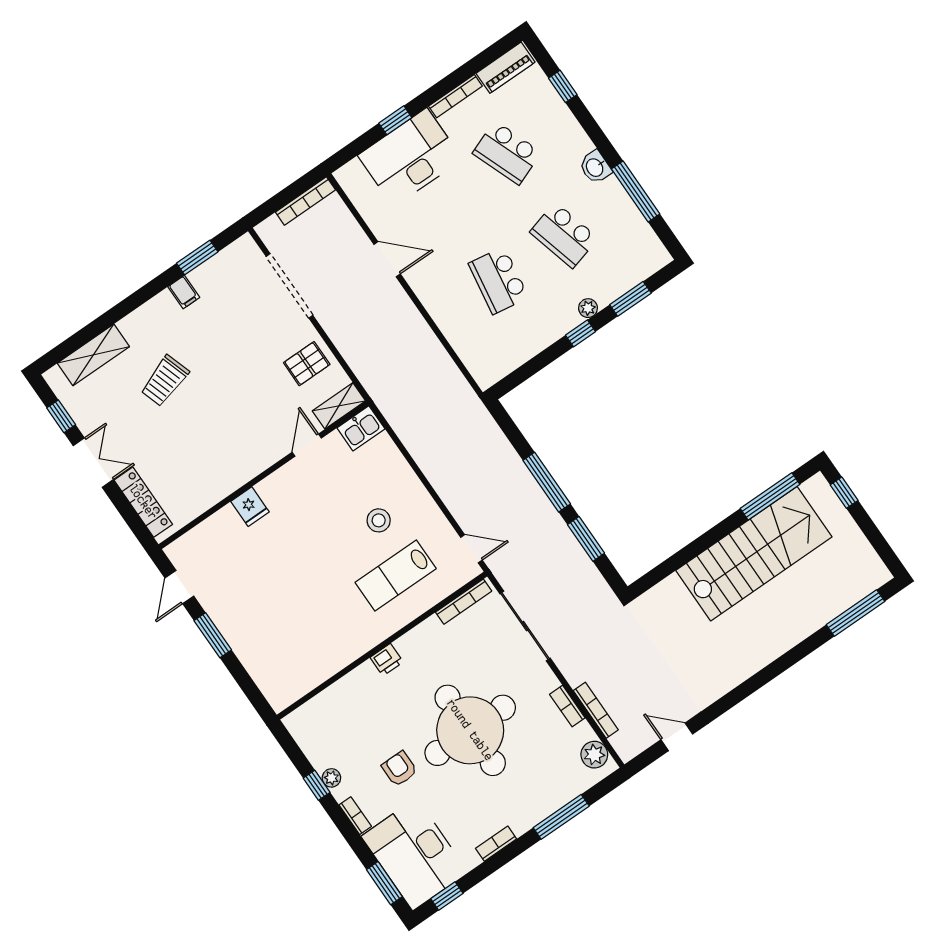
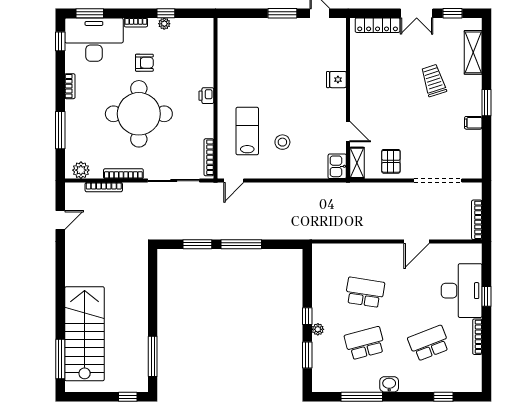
piano: (505, 68) -> (474, 373), removed
window: (197, 258) -> (486, 103), moved
stairs: (754, 554) -> (85, 334), moved, turned 180
bookcase: (567, 706) -> (123, 174), width x1.56

